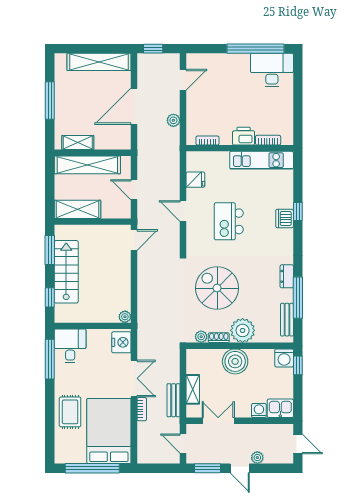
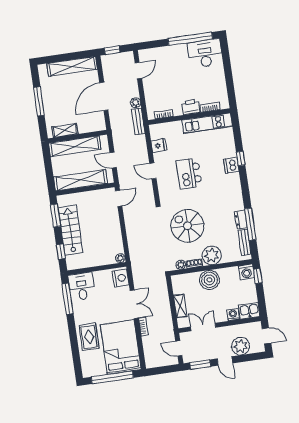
shelving: (78, 209) -> (80, 180), width x1.47
dresser: (287, 276) -> (241, 220), moved
bench: (174, 400) -> (138, 121), moved
plant: (257, 458) -> (241, 346), width x1.88, depth x1.88

